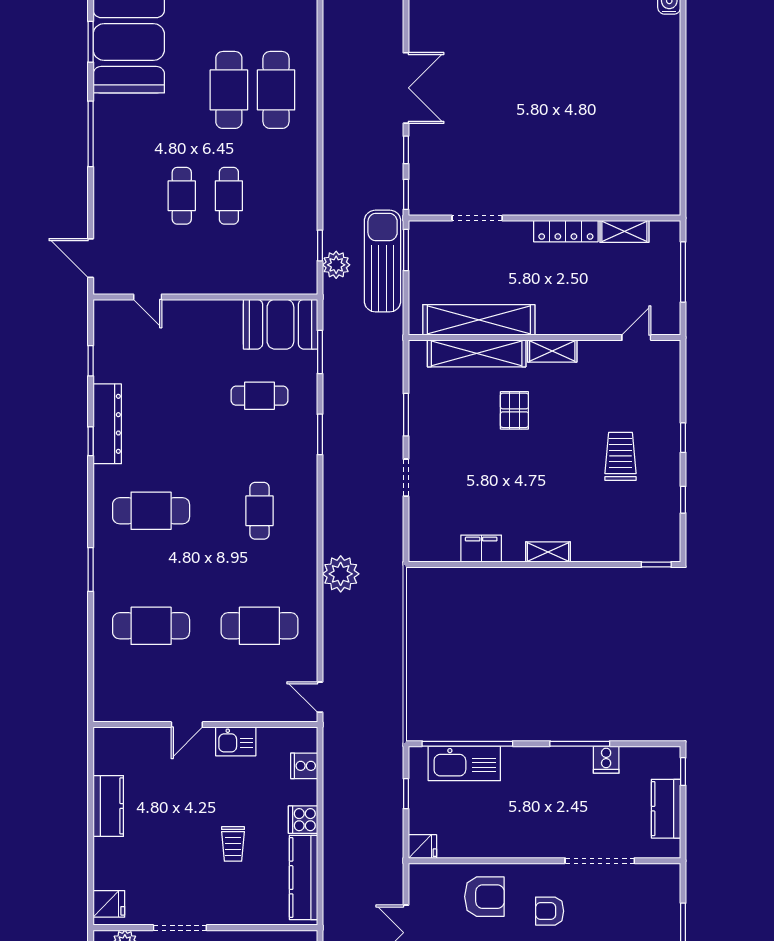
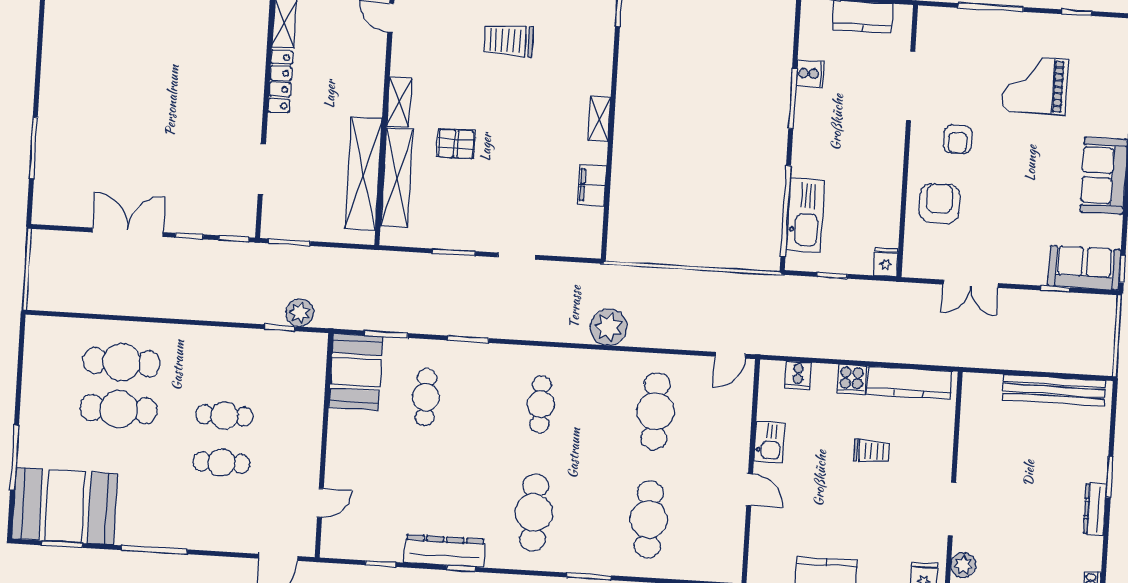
sun lounger: (383, 261) -> (299, 266), removed
cafe table: (259, 511) -> (541, 404), turned 90

